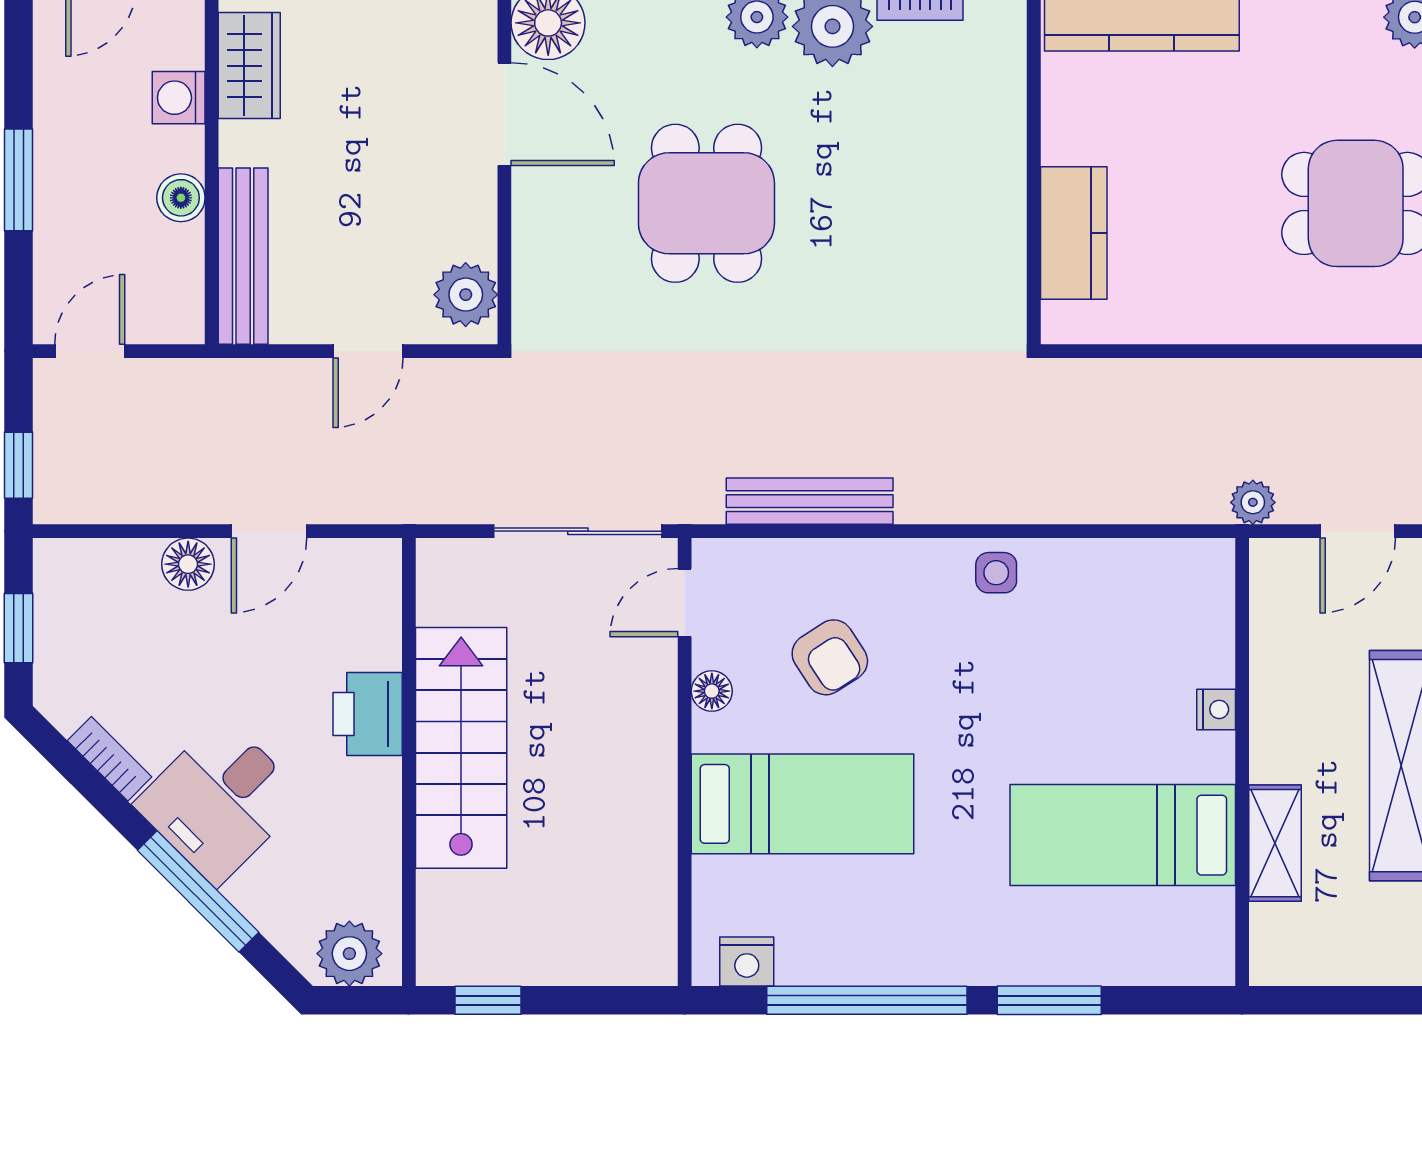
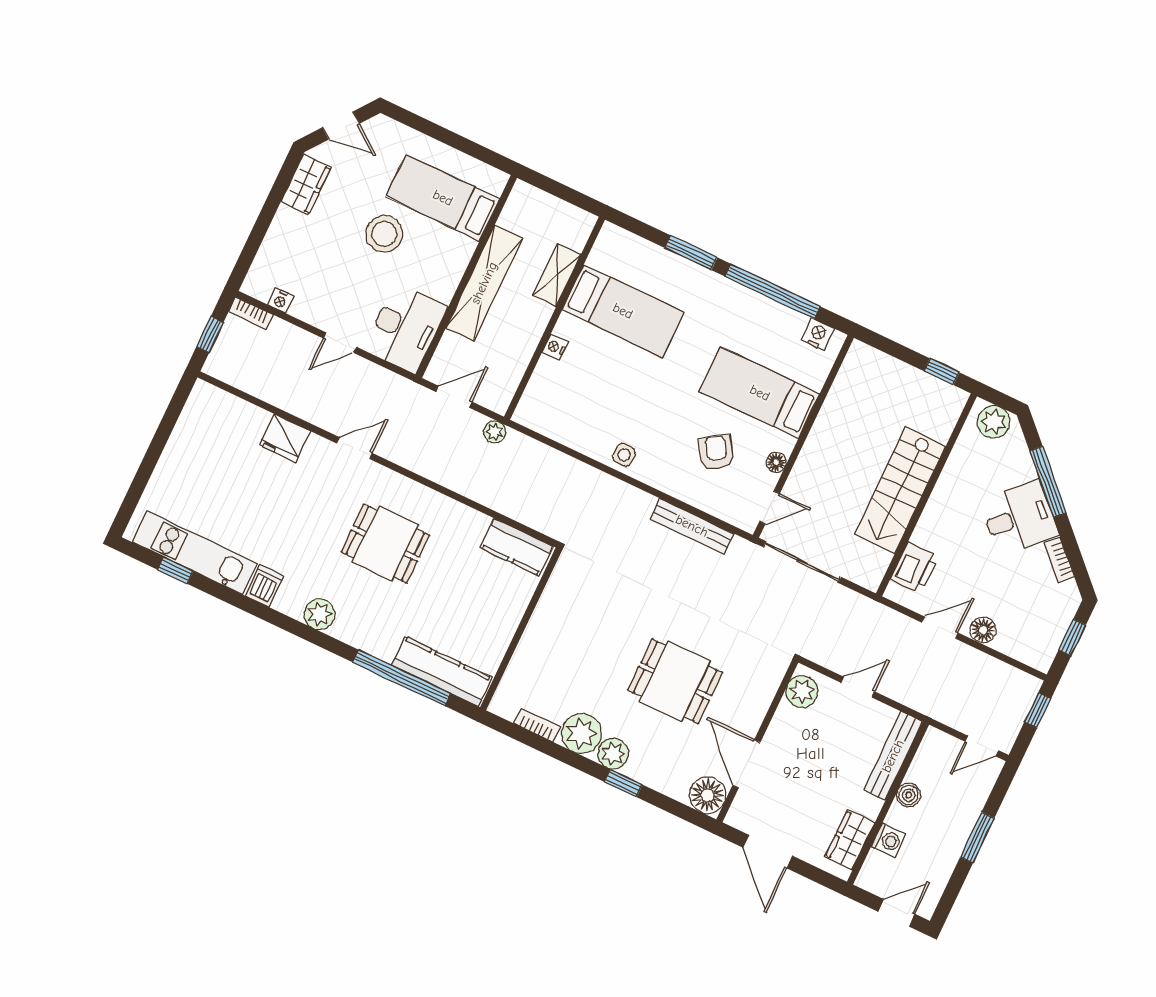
dining table: (706, 203) -> (675, 681), turned 90
kitchen counter: (1074, 233) -> (517, 547), moved, turned -90
printer: (368, 714) -> (914, 568), moved

